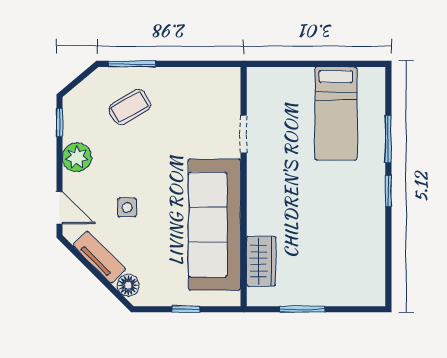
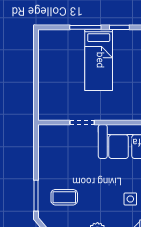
coffee table: (130, 107) -> (64, 197), turned -60
bed: (336, 113) -> (99, 60), moved, turned 90

